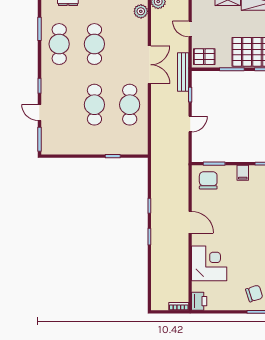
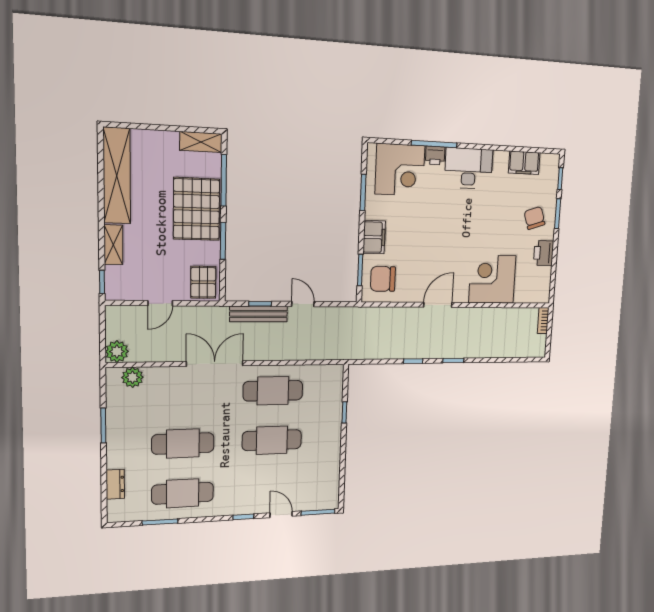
bench: (183, 72) -> (259, 314), moved
door: (39, 112) -> (281, 515), swing flipped
filing cabinet: (243, 173) -> (374, 237), width x2.00
printer: (199, 301) -> (544, 253), moved, turned -90

